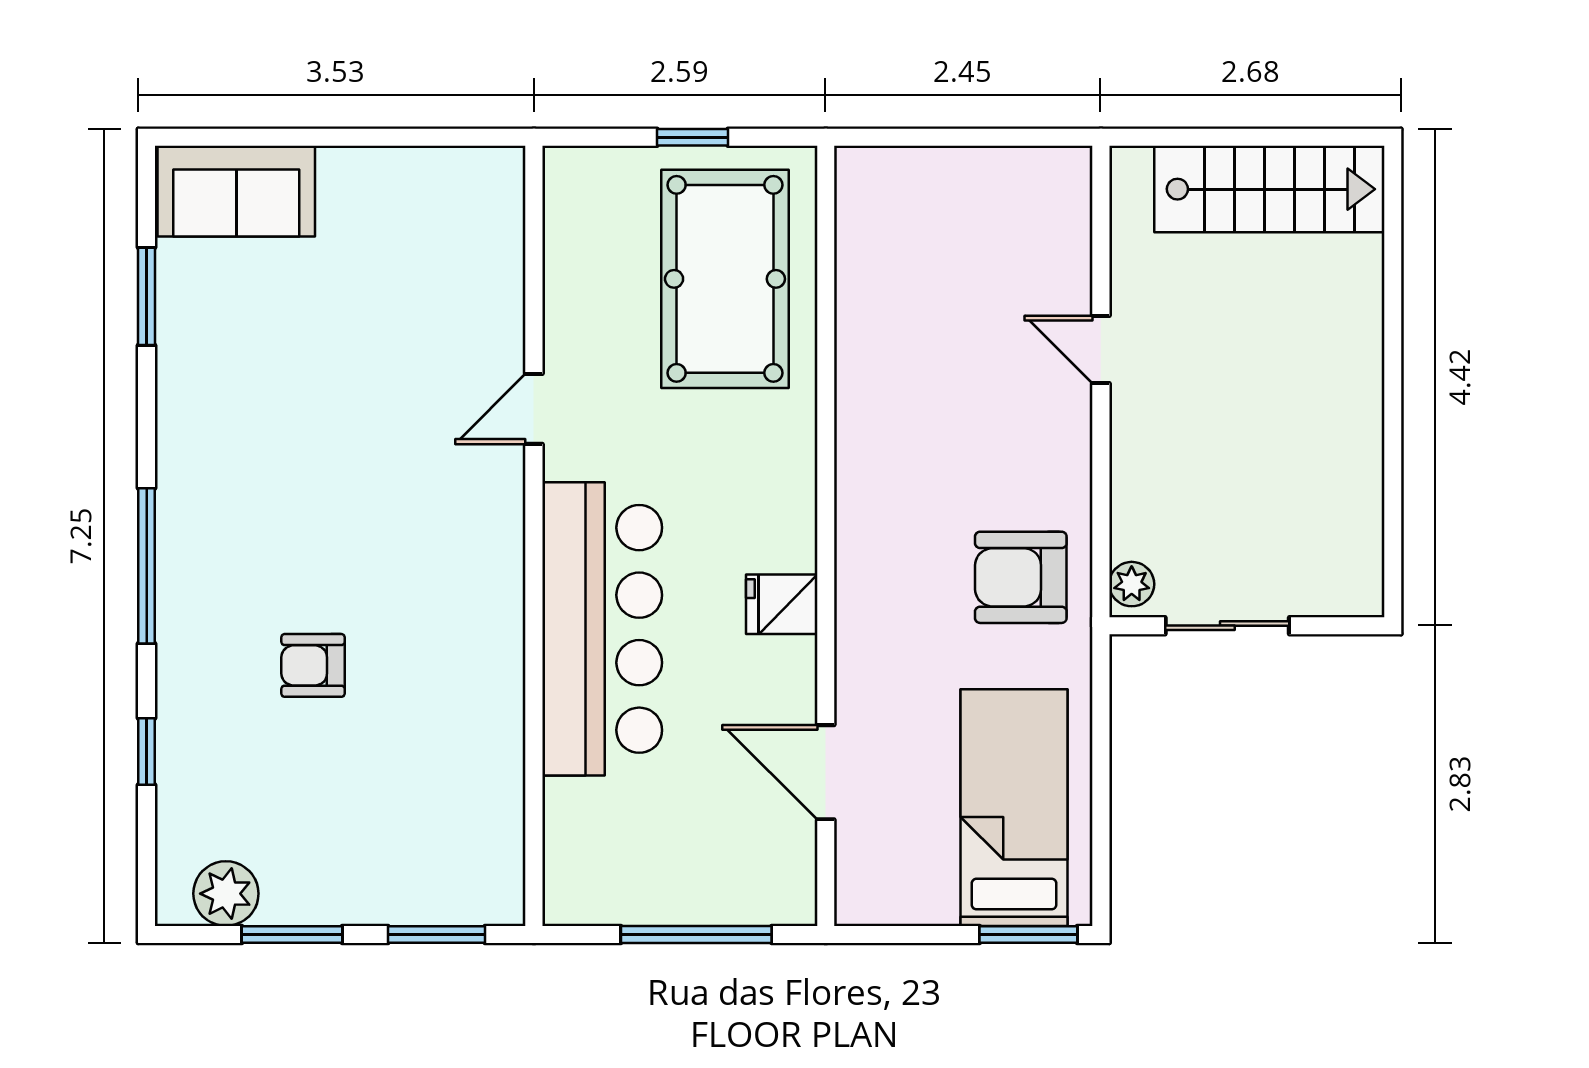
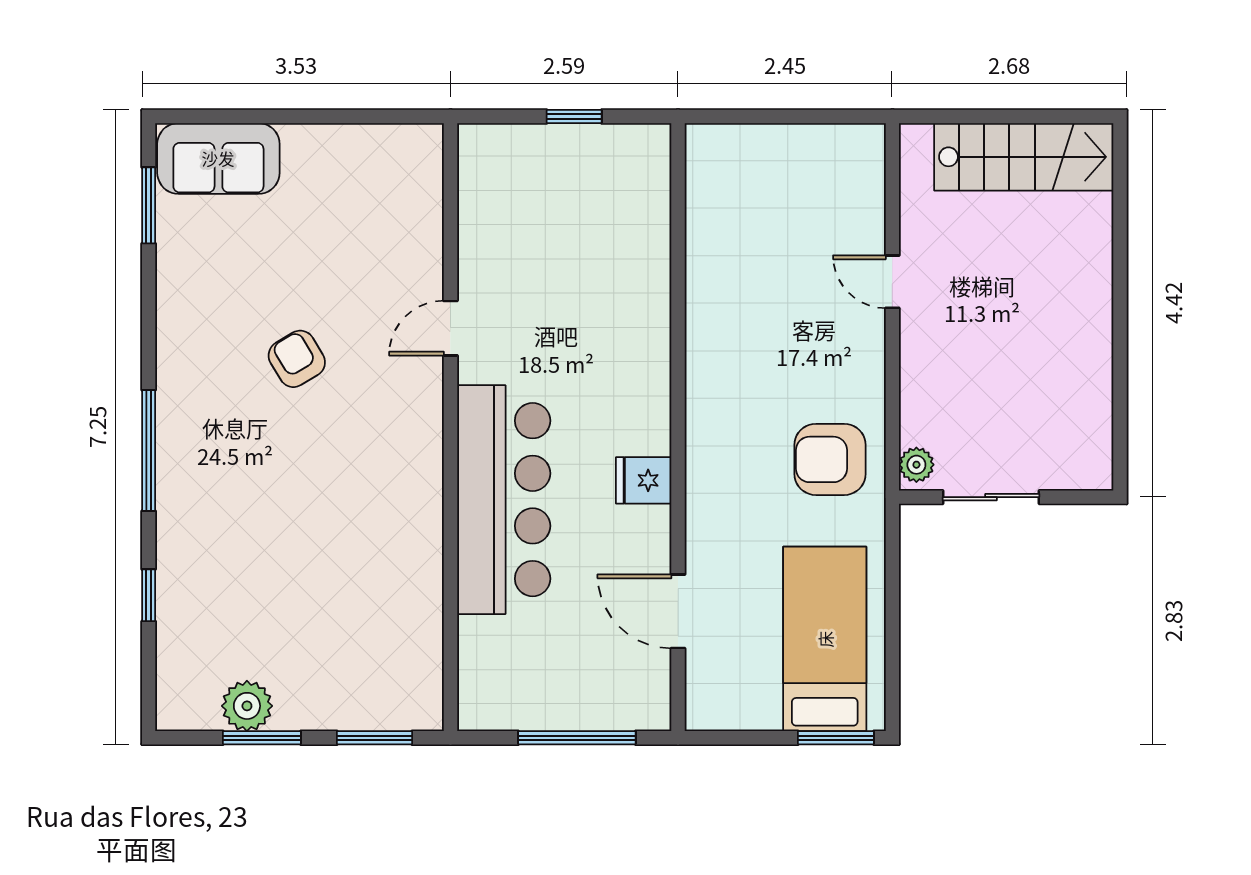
pool table: (725, 279) -> (599, 227), removed
window: (147, 296) -> (149, 205), moved
armchair: (313, 665) -> (297, 359), moved, turned 59
plant: (226, 894) -> (247, 706), moved

